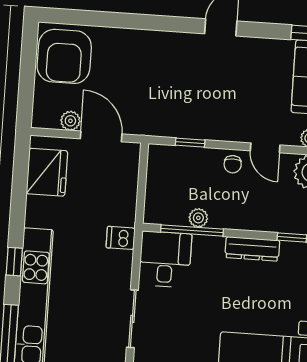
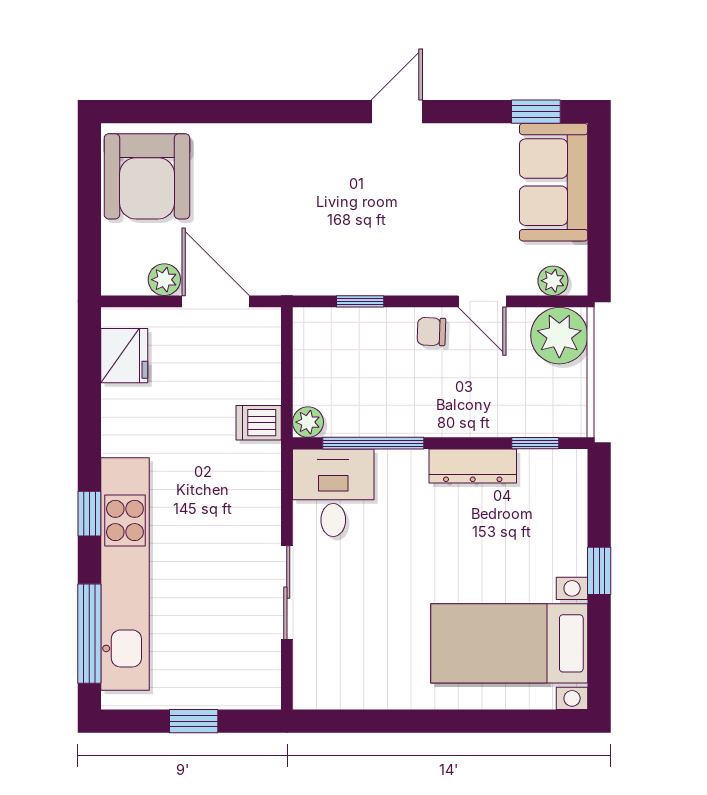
chair: (233, 164) -> (431, 332), turned 92
fridge: (47, 172) -> (124, 356), width x0.73, depth x0.75
plant: (198, 218) -> (308, 422), moved
dishwasher: (121, 238) -> (259, 423), moved

